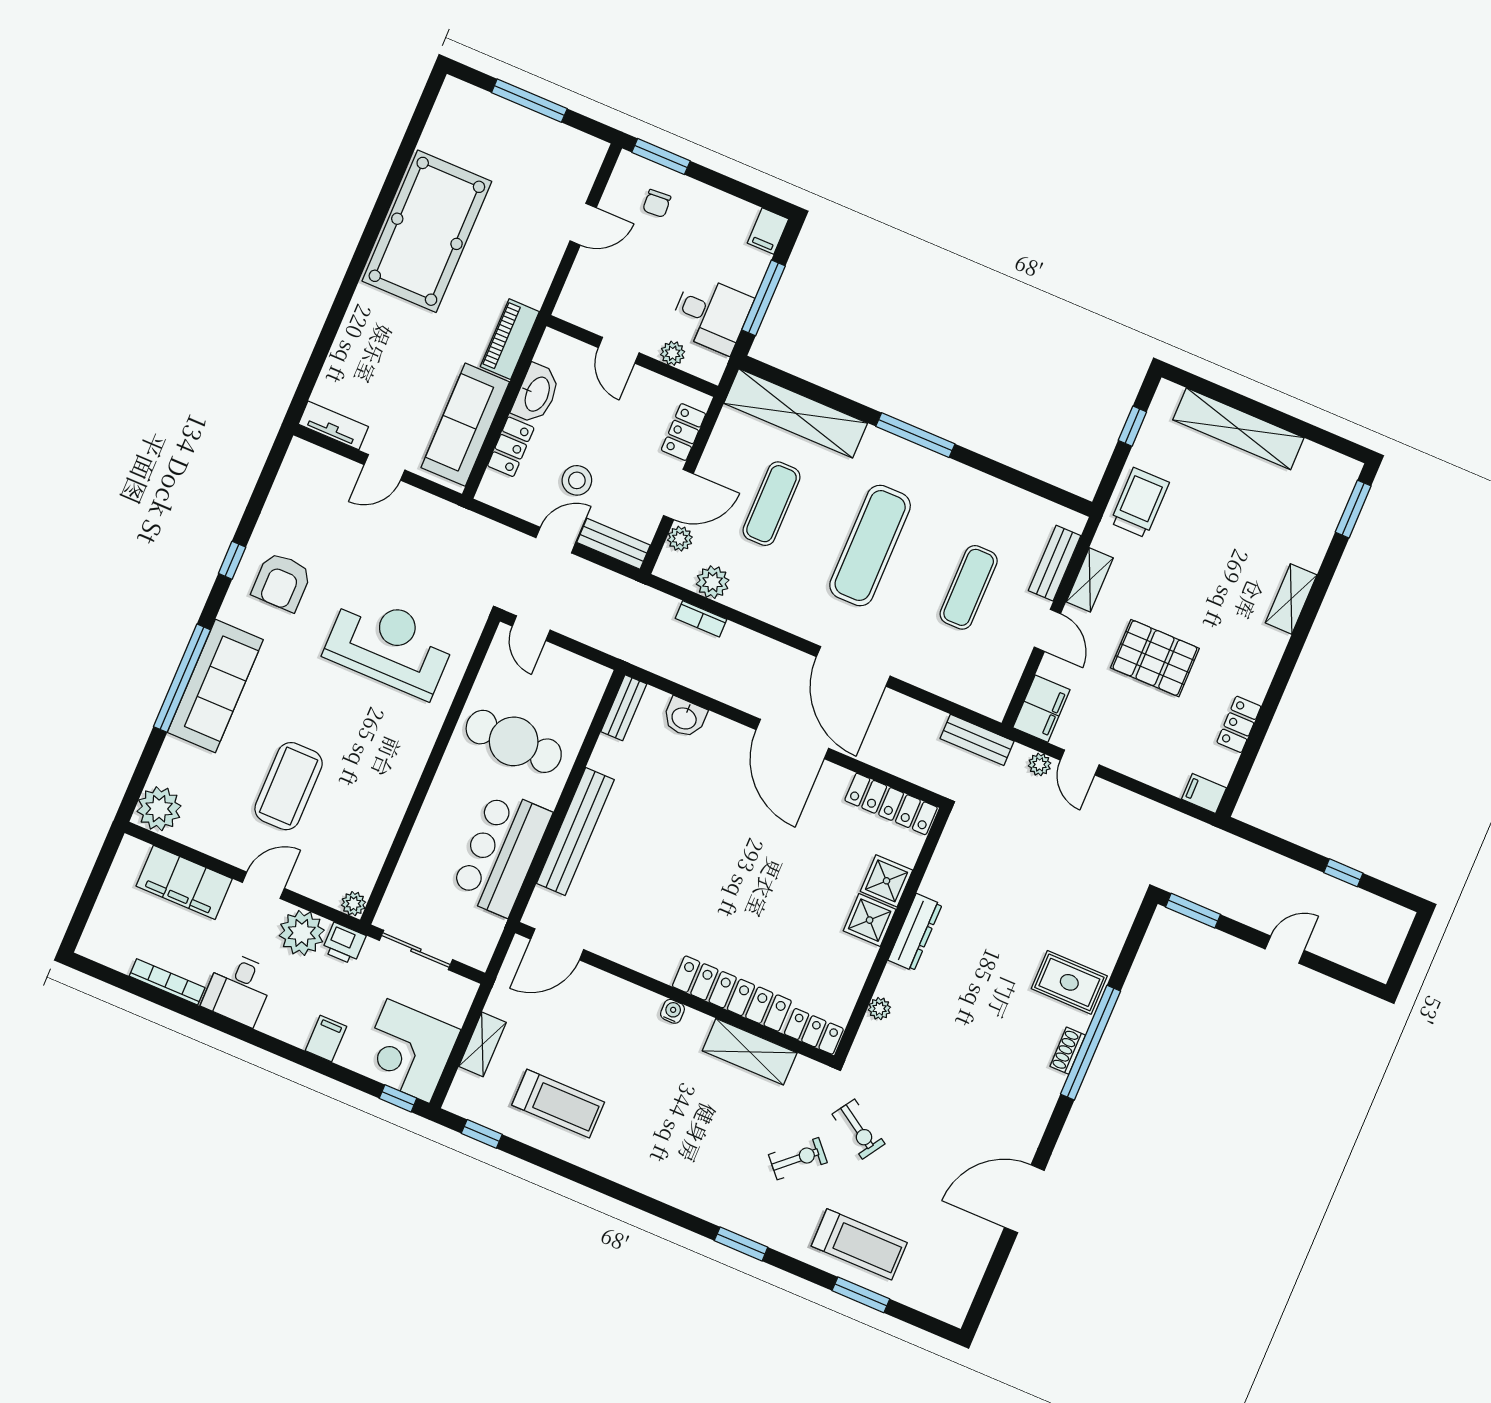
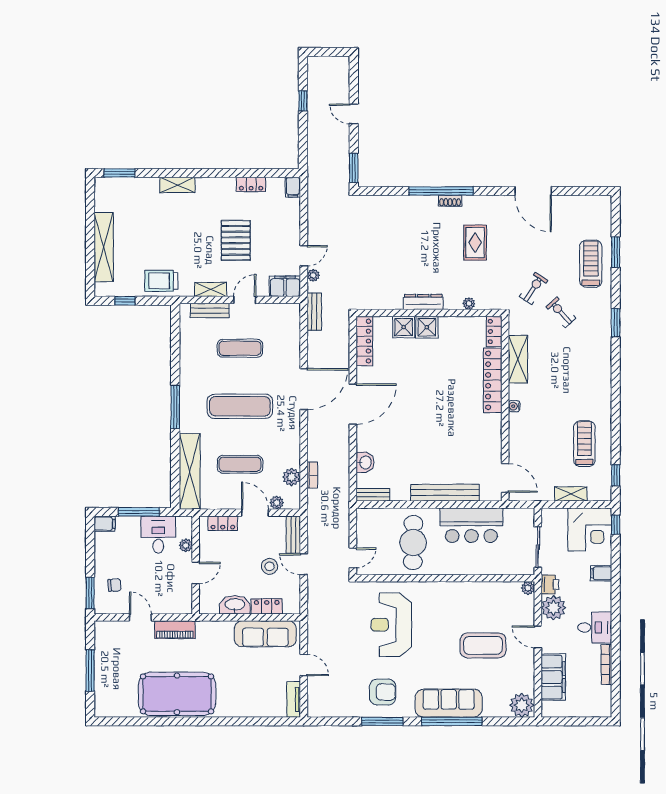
piano: (510, 339) -> (175, 630), moved
window: (232, 560) -> (382, 721), width x2.17
rug: (1069, 982) -> (475, 243), moved

